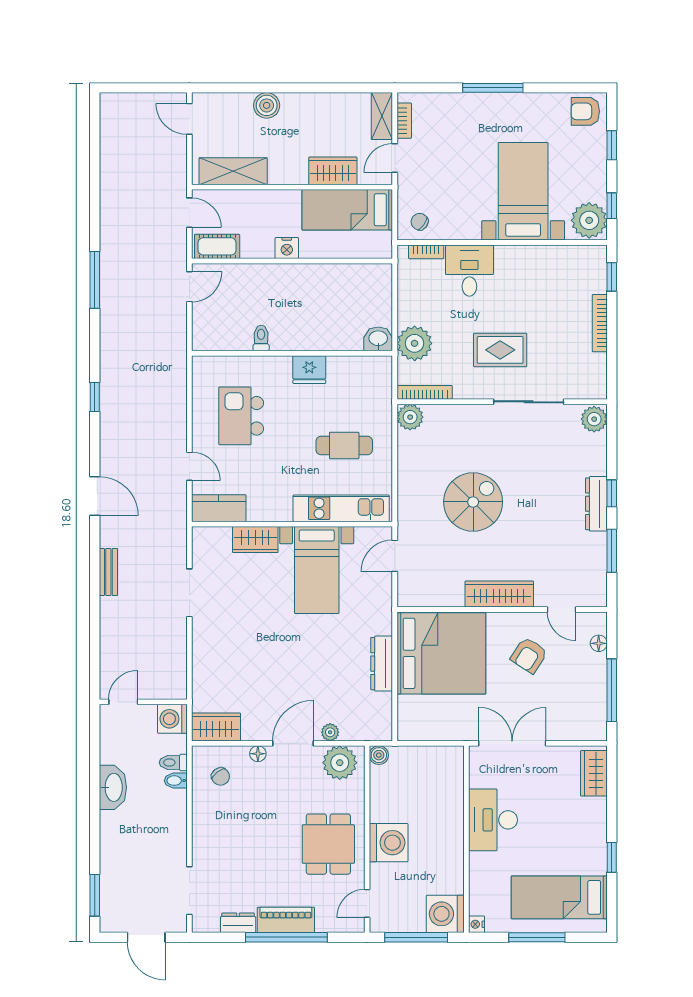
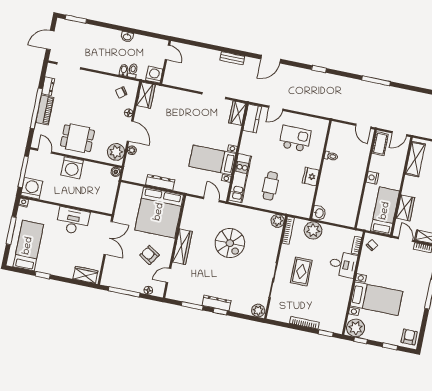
wardrobe: (255, 540) -> (237, 113), moved
washbasin: (113, 787) -> (127, 37), width x0.52, depth x0.69

